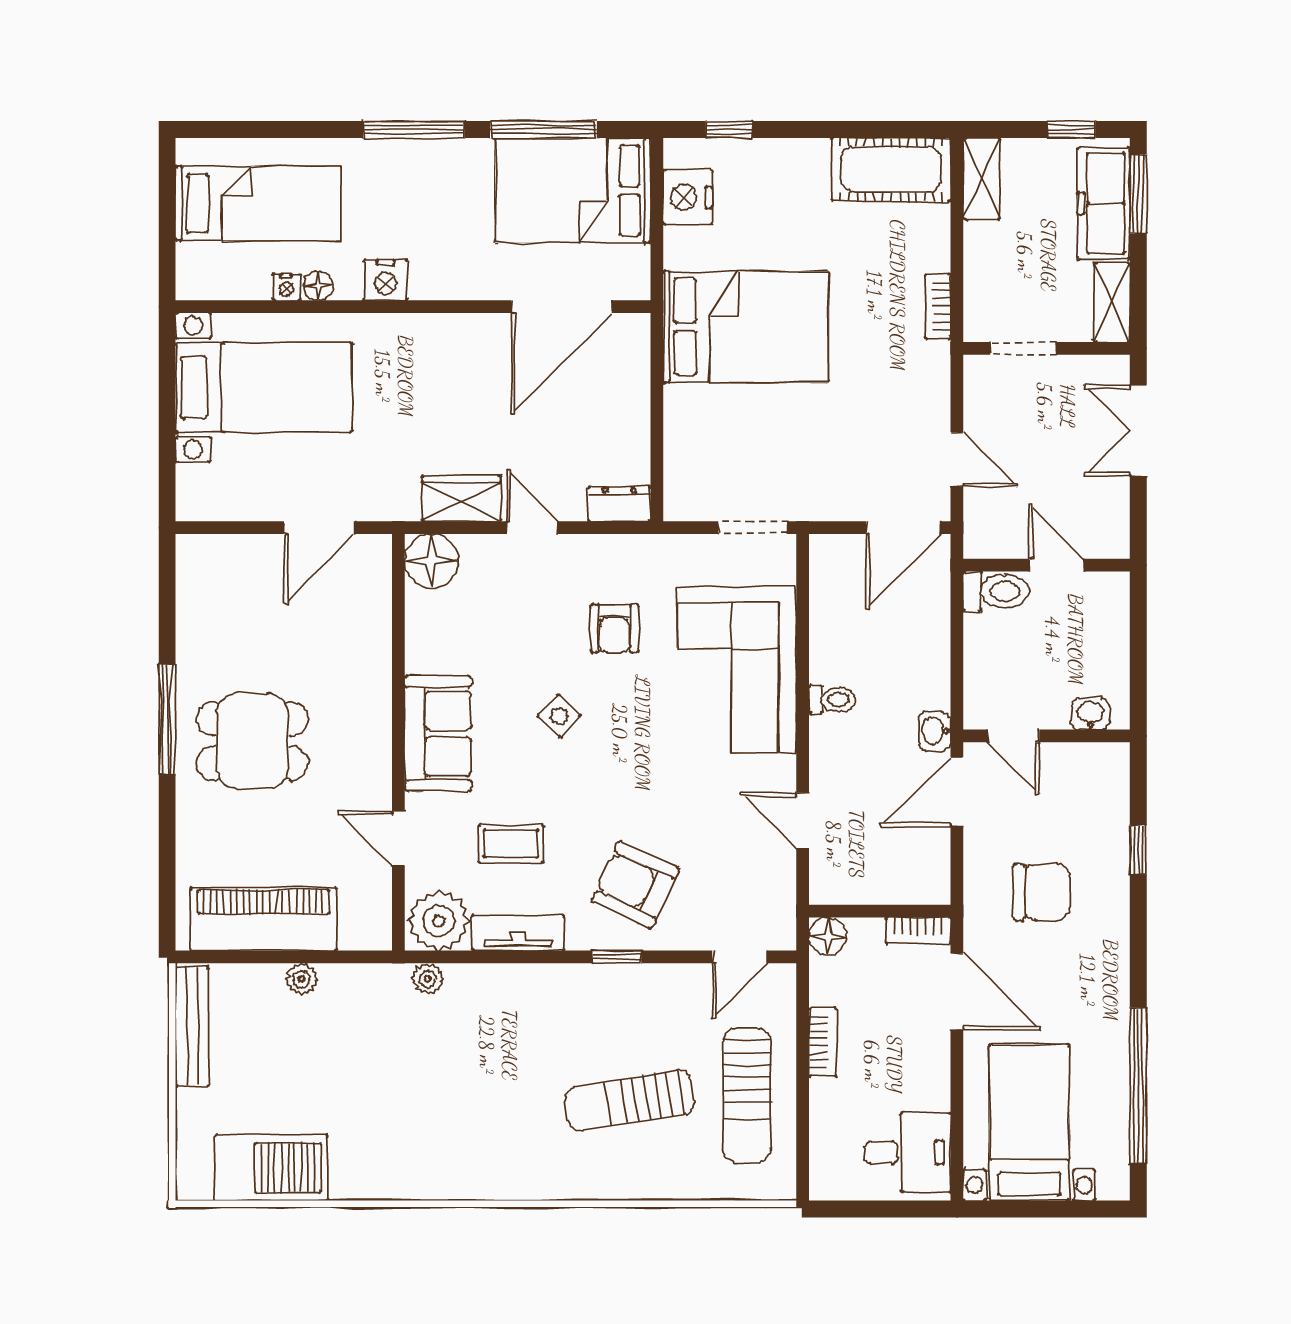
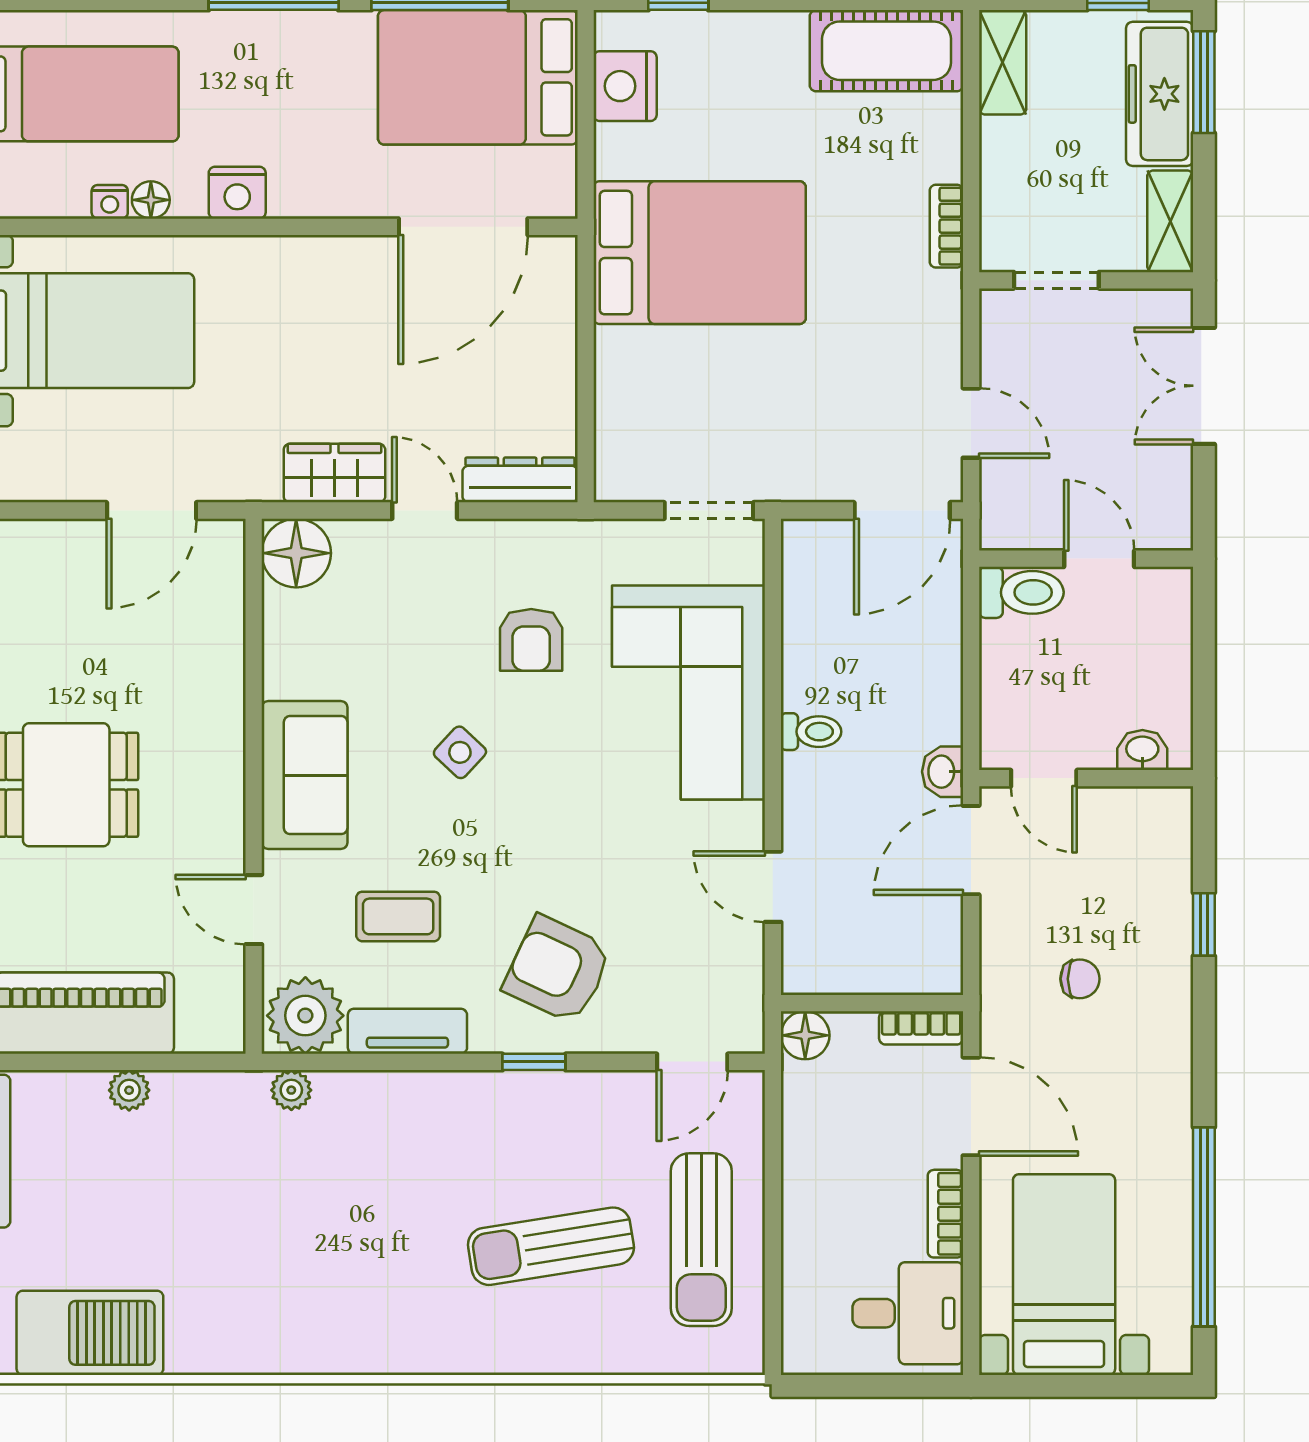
dresser: (619, 504) -> (520, 480), width x1.44
chair: (1042, 892) -> (1080, 979), width x0.54, depth x0.54
bookcase: (823, 1042) -> (945, 1214), moved, turned 180

